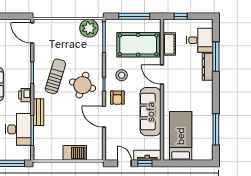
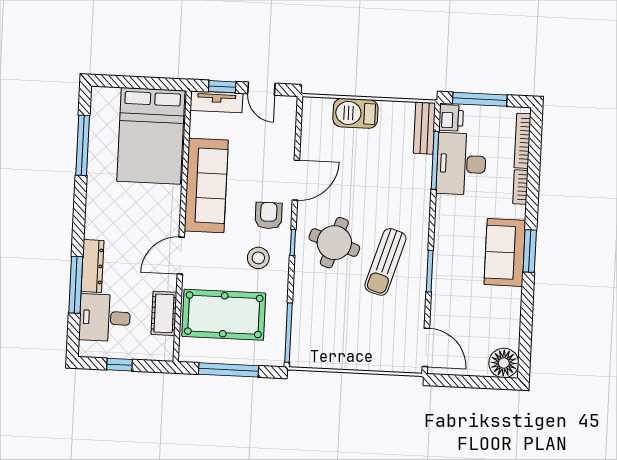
window: (181, 16) -> (119, 365), moved
plant: (89, 28) -> (317, 351), removed
door: (162, 74) -> (181, 256), swing flipped
printer: (25, 95) -> (451, 118), moved
bench: (39, 112) -> (424, 128), moved
door: (104, 117) -> (296, 180), hinge flipped
bed: (181, 136) -> (151, 136), width x1.50

